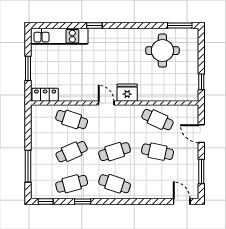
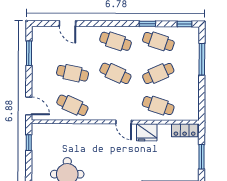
fridge: (127, 93) -> (147, 132), moved
door: (201, 134) -> (29, 106), moved
cafe table: (115, 152) -> (115, 73), turned 42
cafe table: (72, 184) -> (158, 41), turned 33
door: (182, 201) -> (68, 24), moved

